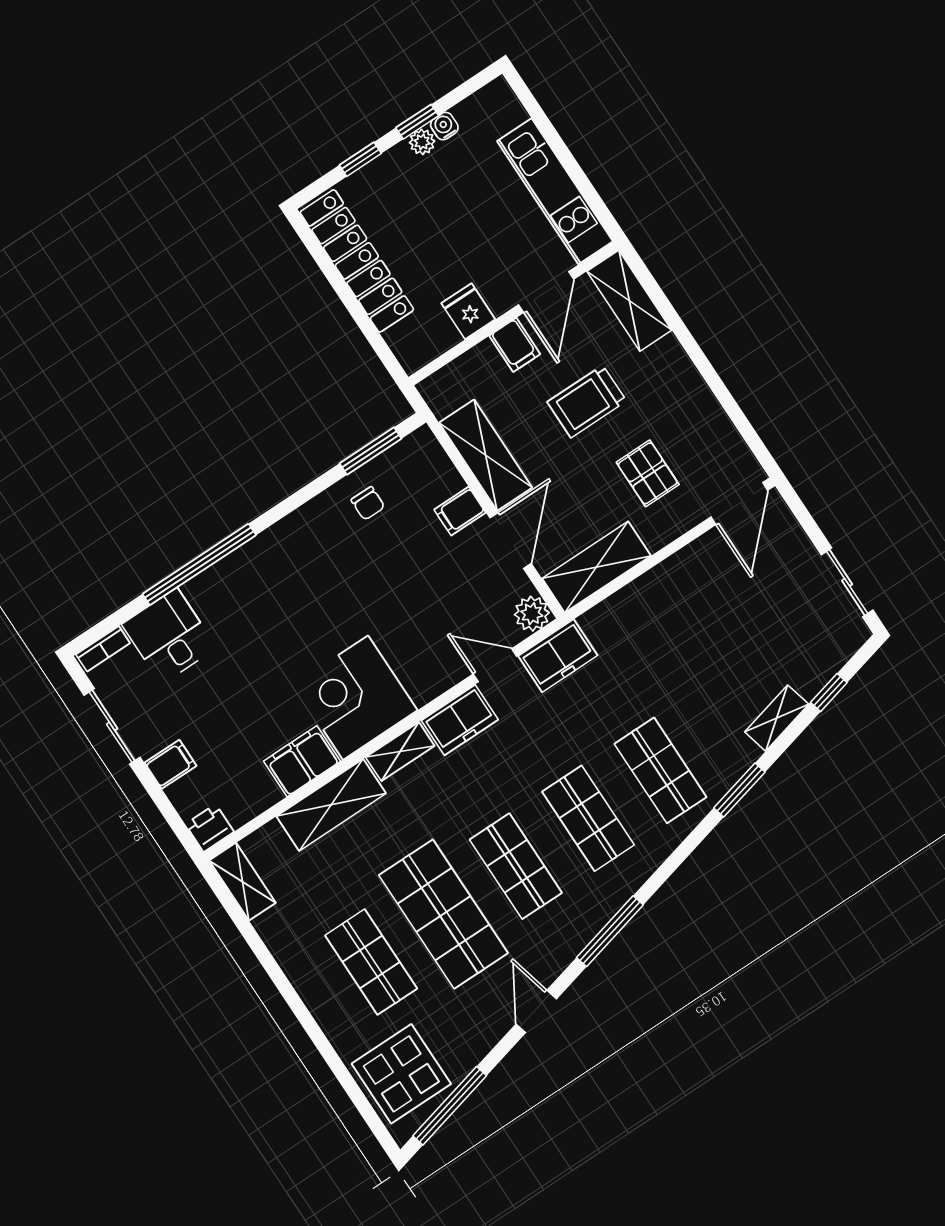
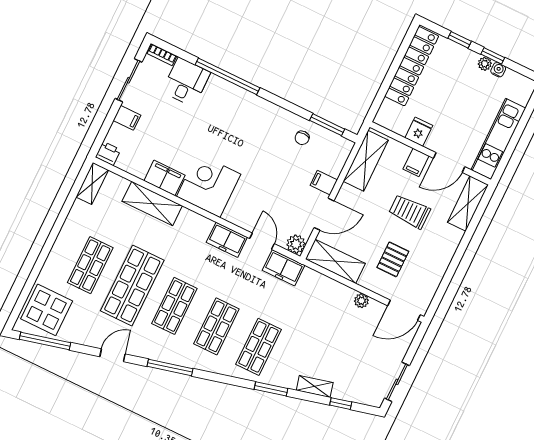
shelving: (486, 455) -> (366, 161), moved
plant: (684, 562) -> (361, 301), added
shelving: (400, 752) -> (196, 221), removed

